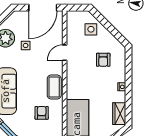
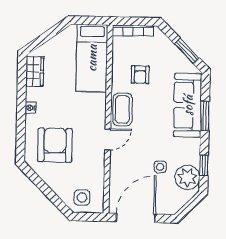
side table: (91, 29) -> (82, 198), moved
door: (65, 53) -> (108, 139), moved
armchair: (103, 60) -> (55, 145), width x1.88, depth x1.88

